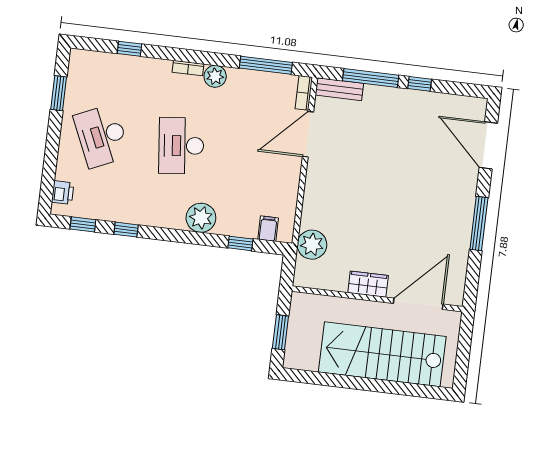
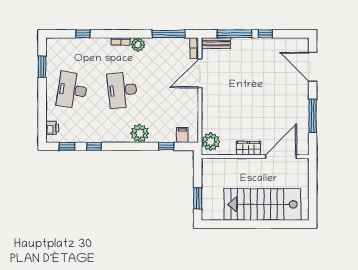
desk: (102, 136) -> (72, 90), turned 33
wardrobe: (368, 284) -> (248, 148), moved
wall: (377, 299) -> (255, 157), moved
door: (418, 304) -> (281, 157), moved

